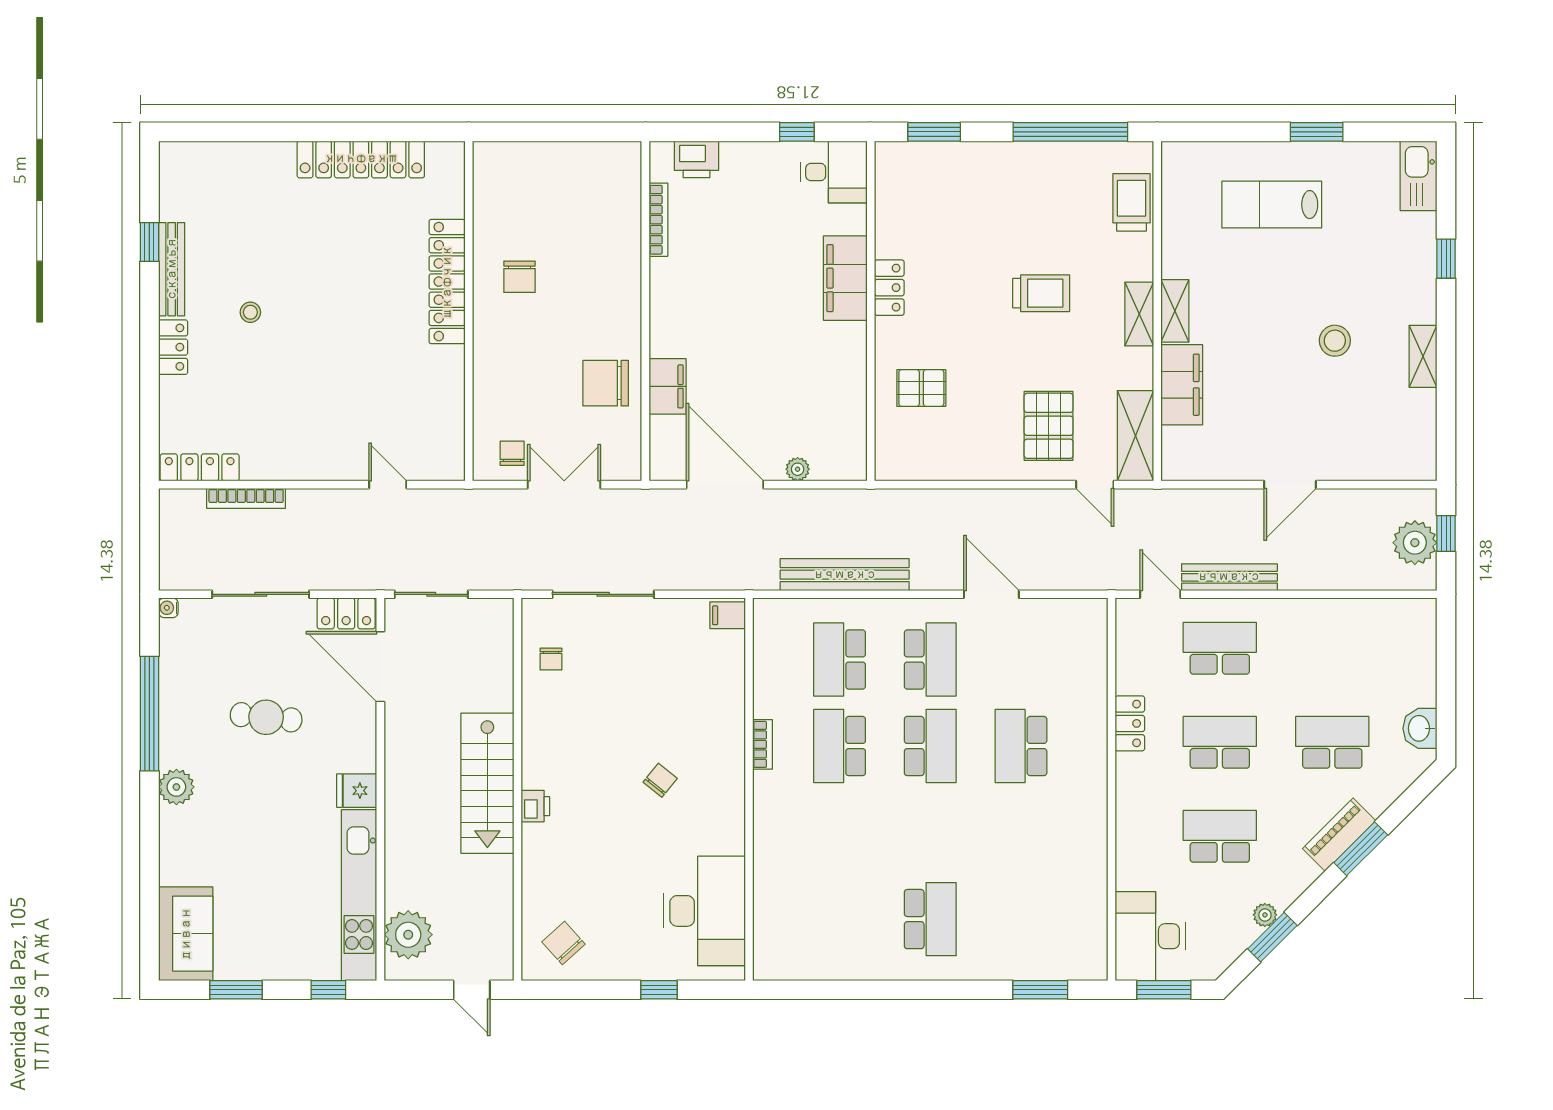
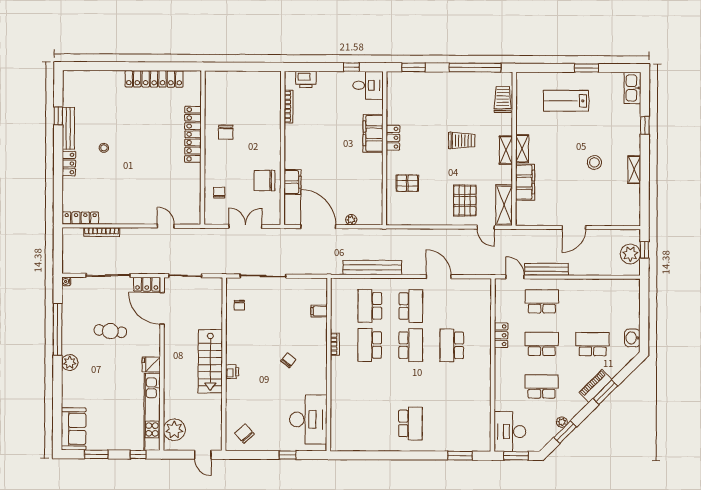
chair: (512, 453) -> (219, 193), moved
filing cabinet: (728, 615) -> (319, 311), moved

